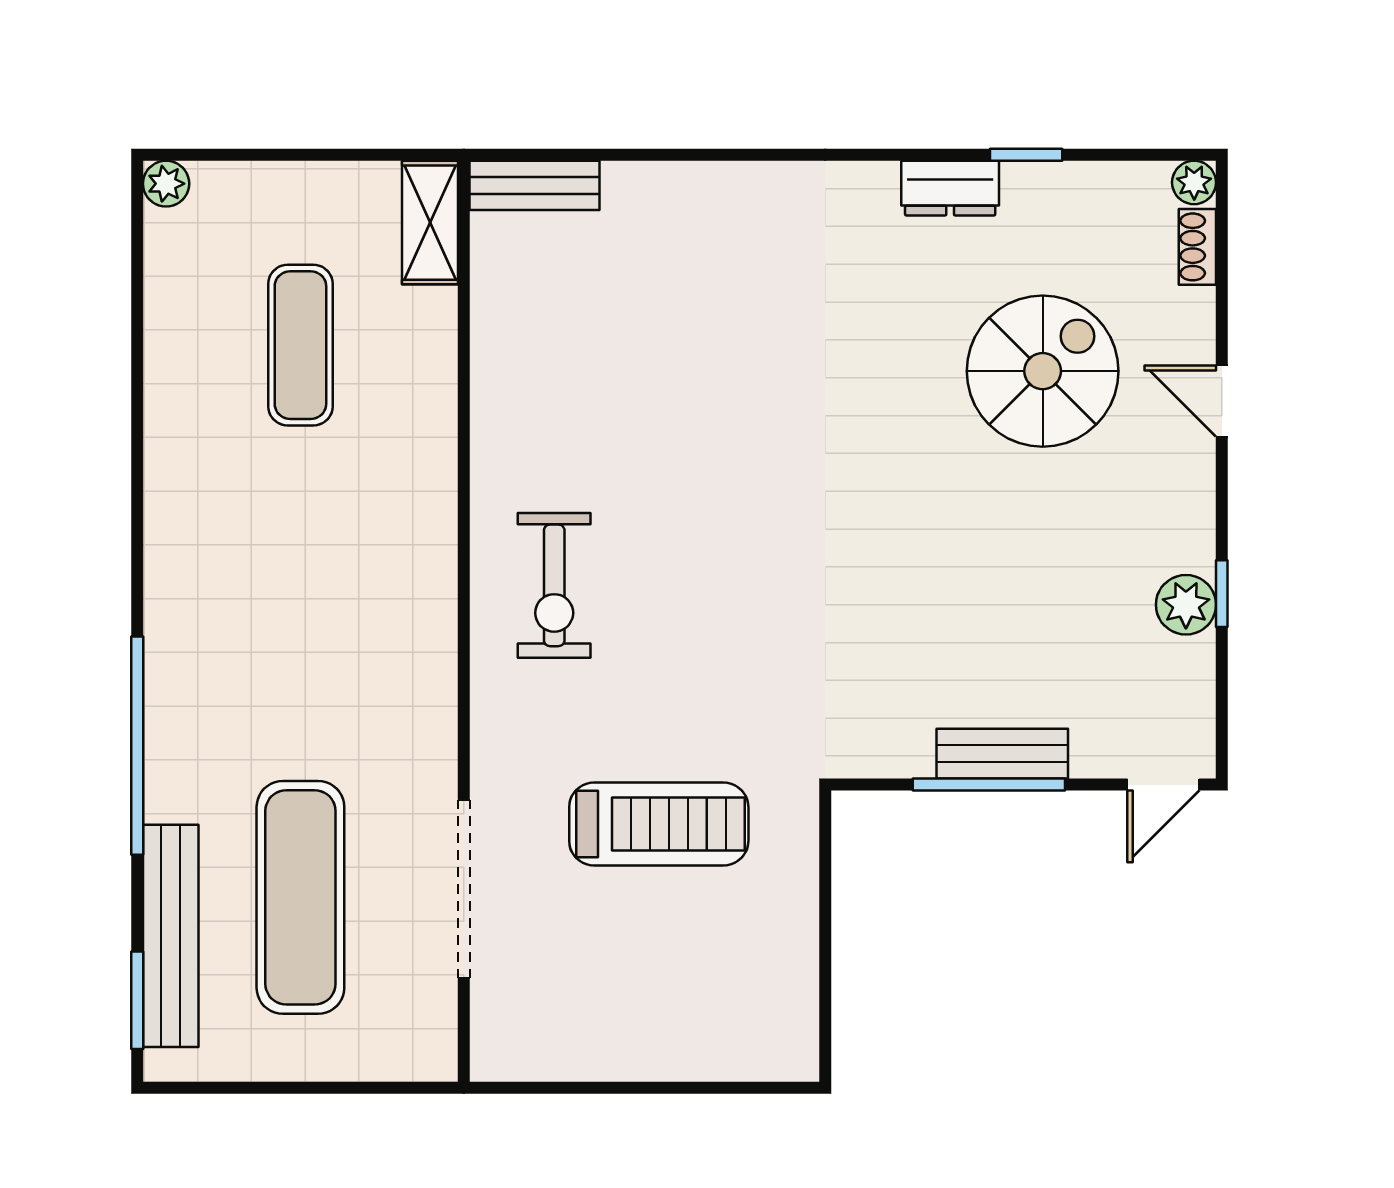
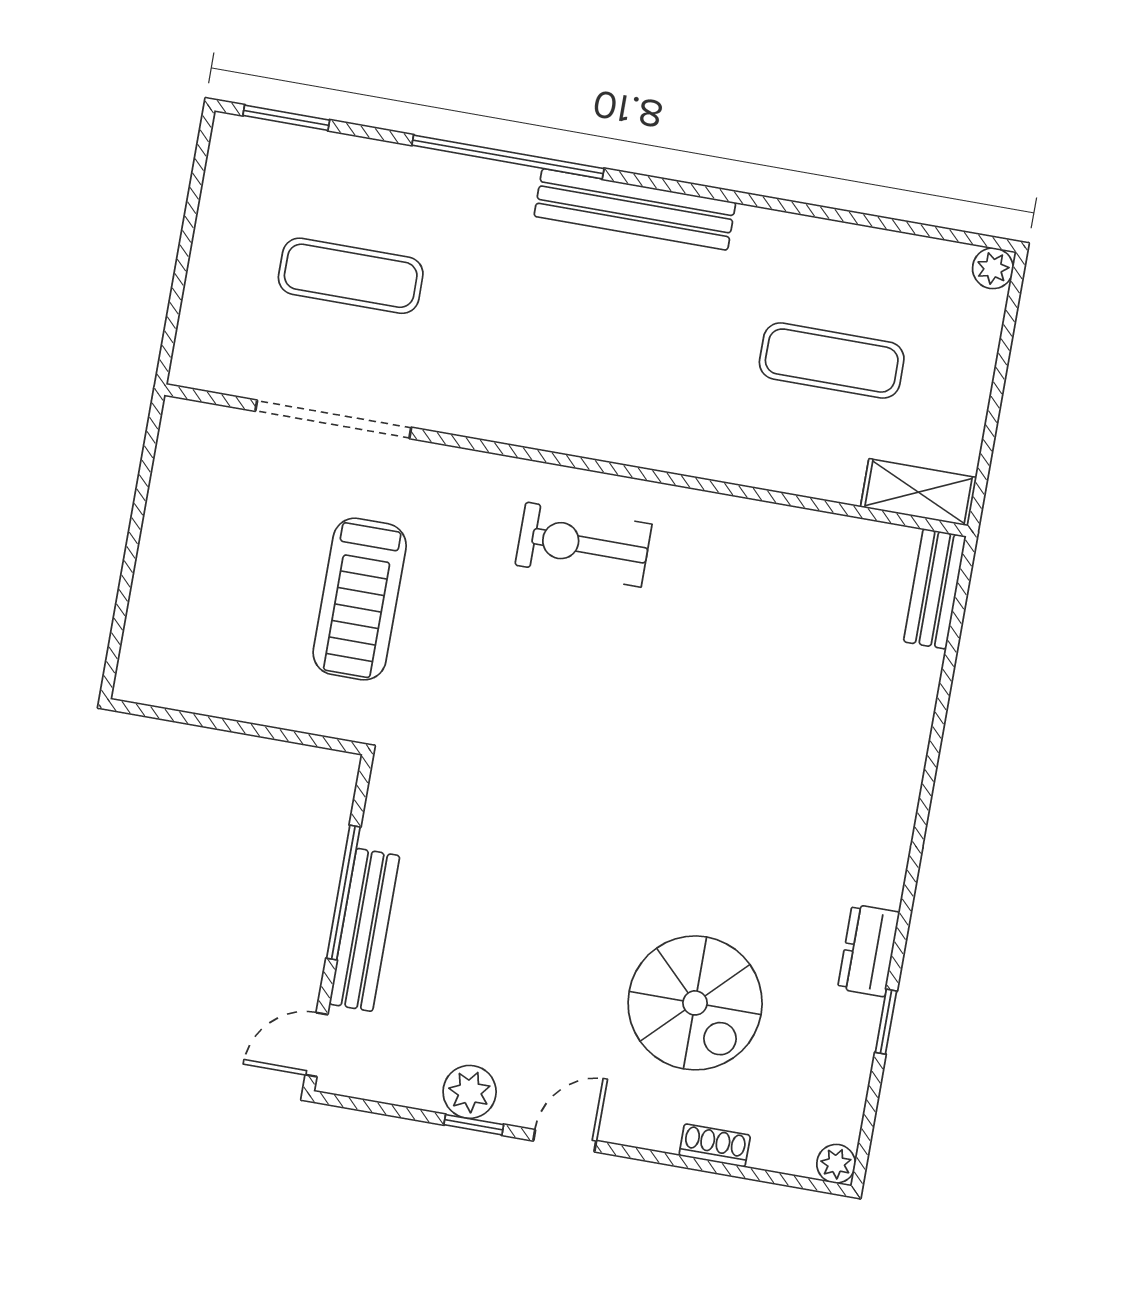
shoe rack: (1197, 247) -> (715, 1145), moved
door: (1222, 401) -> (565, 1141), moved
bench: (1002, 754) -> (364, 930), width x1.36
door: (1163, 785) -> (316, 1045), hinge flipped
exercise mat: (300, 897) -> (351, 276), width x0.73, depth x0.69
bench: (171, 936) -> (635, 209), moved

